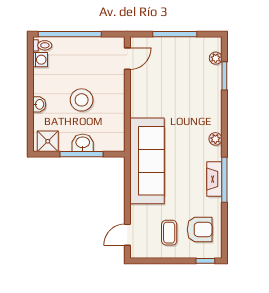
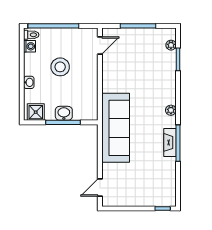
stool: (82, 100) -> (60, 67), moved
armchair: (200, 230) -> (158, 183), removed
coffee table: (169, 233) -> (134, 186), removed

